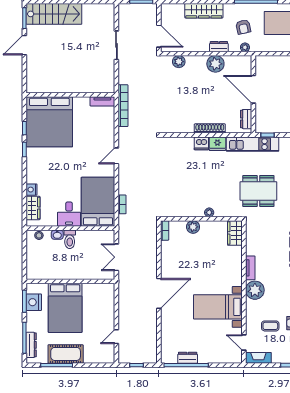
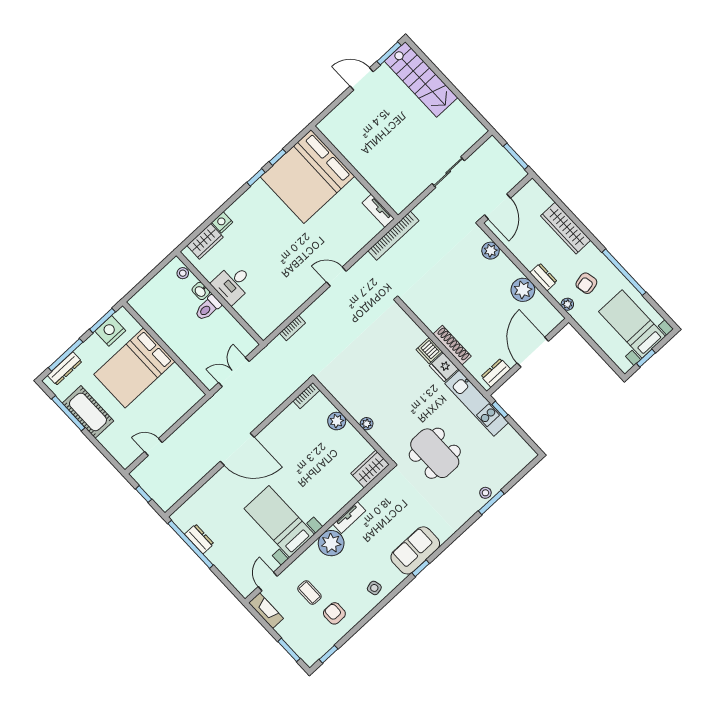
bed: (98, 202) -> (273, 301), removed

